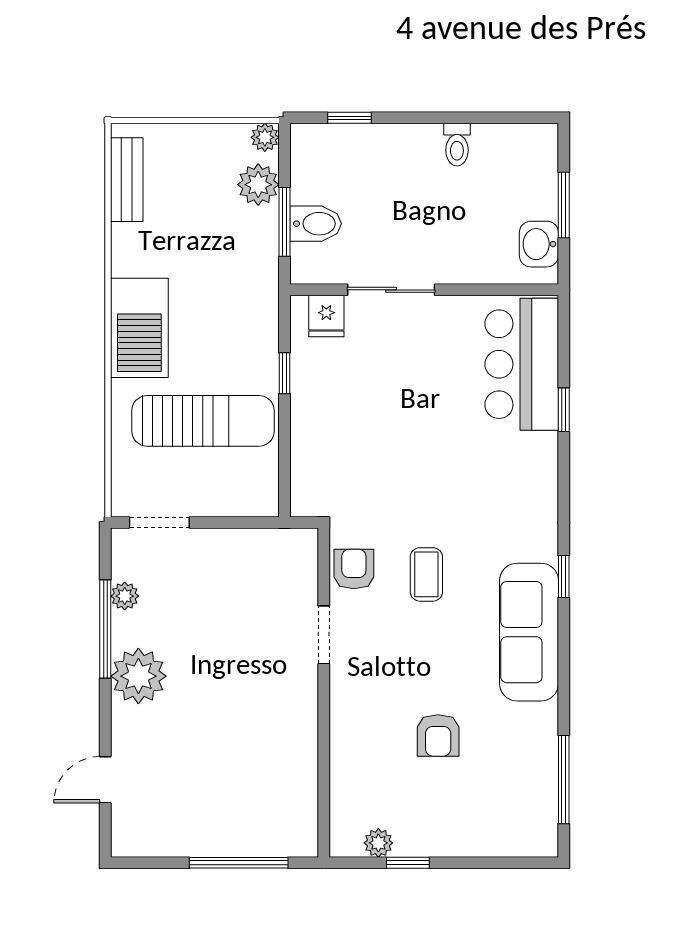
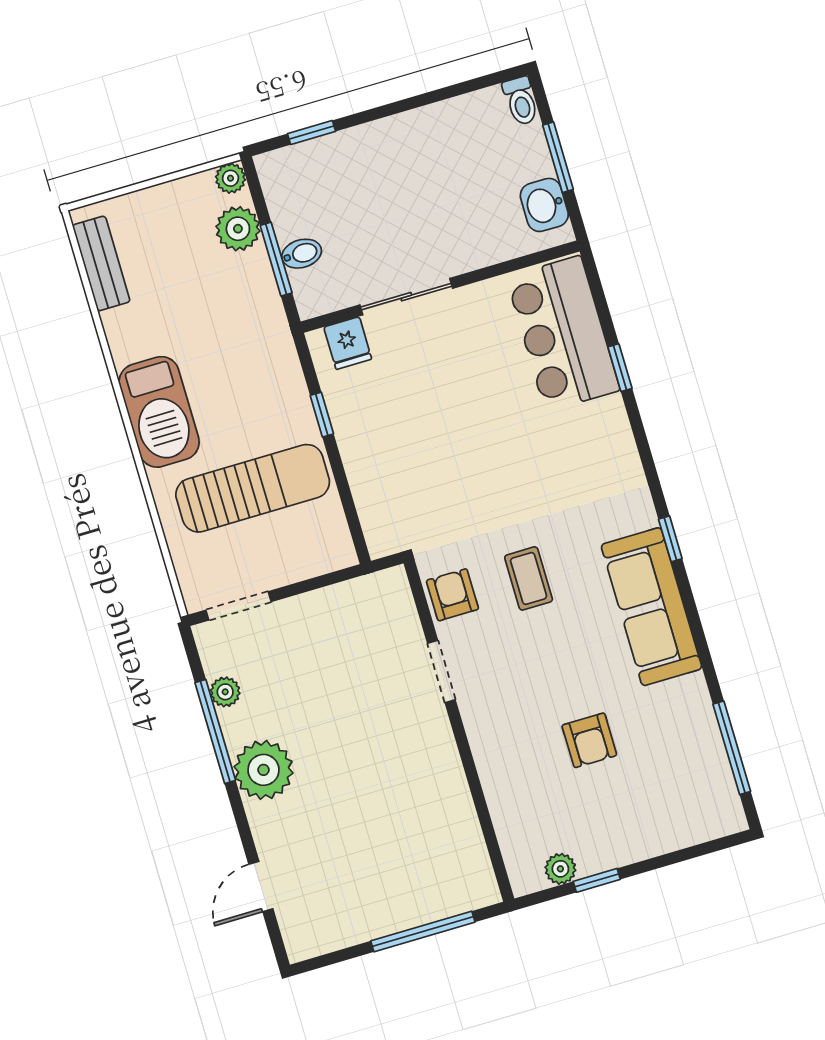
toilet: (457, 145) -> (521, 101), moved
bidet: (316, 224) -> (302, 254), width x0.72, depth x0.74

